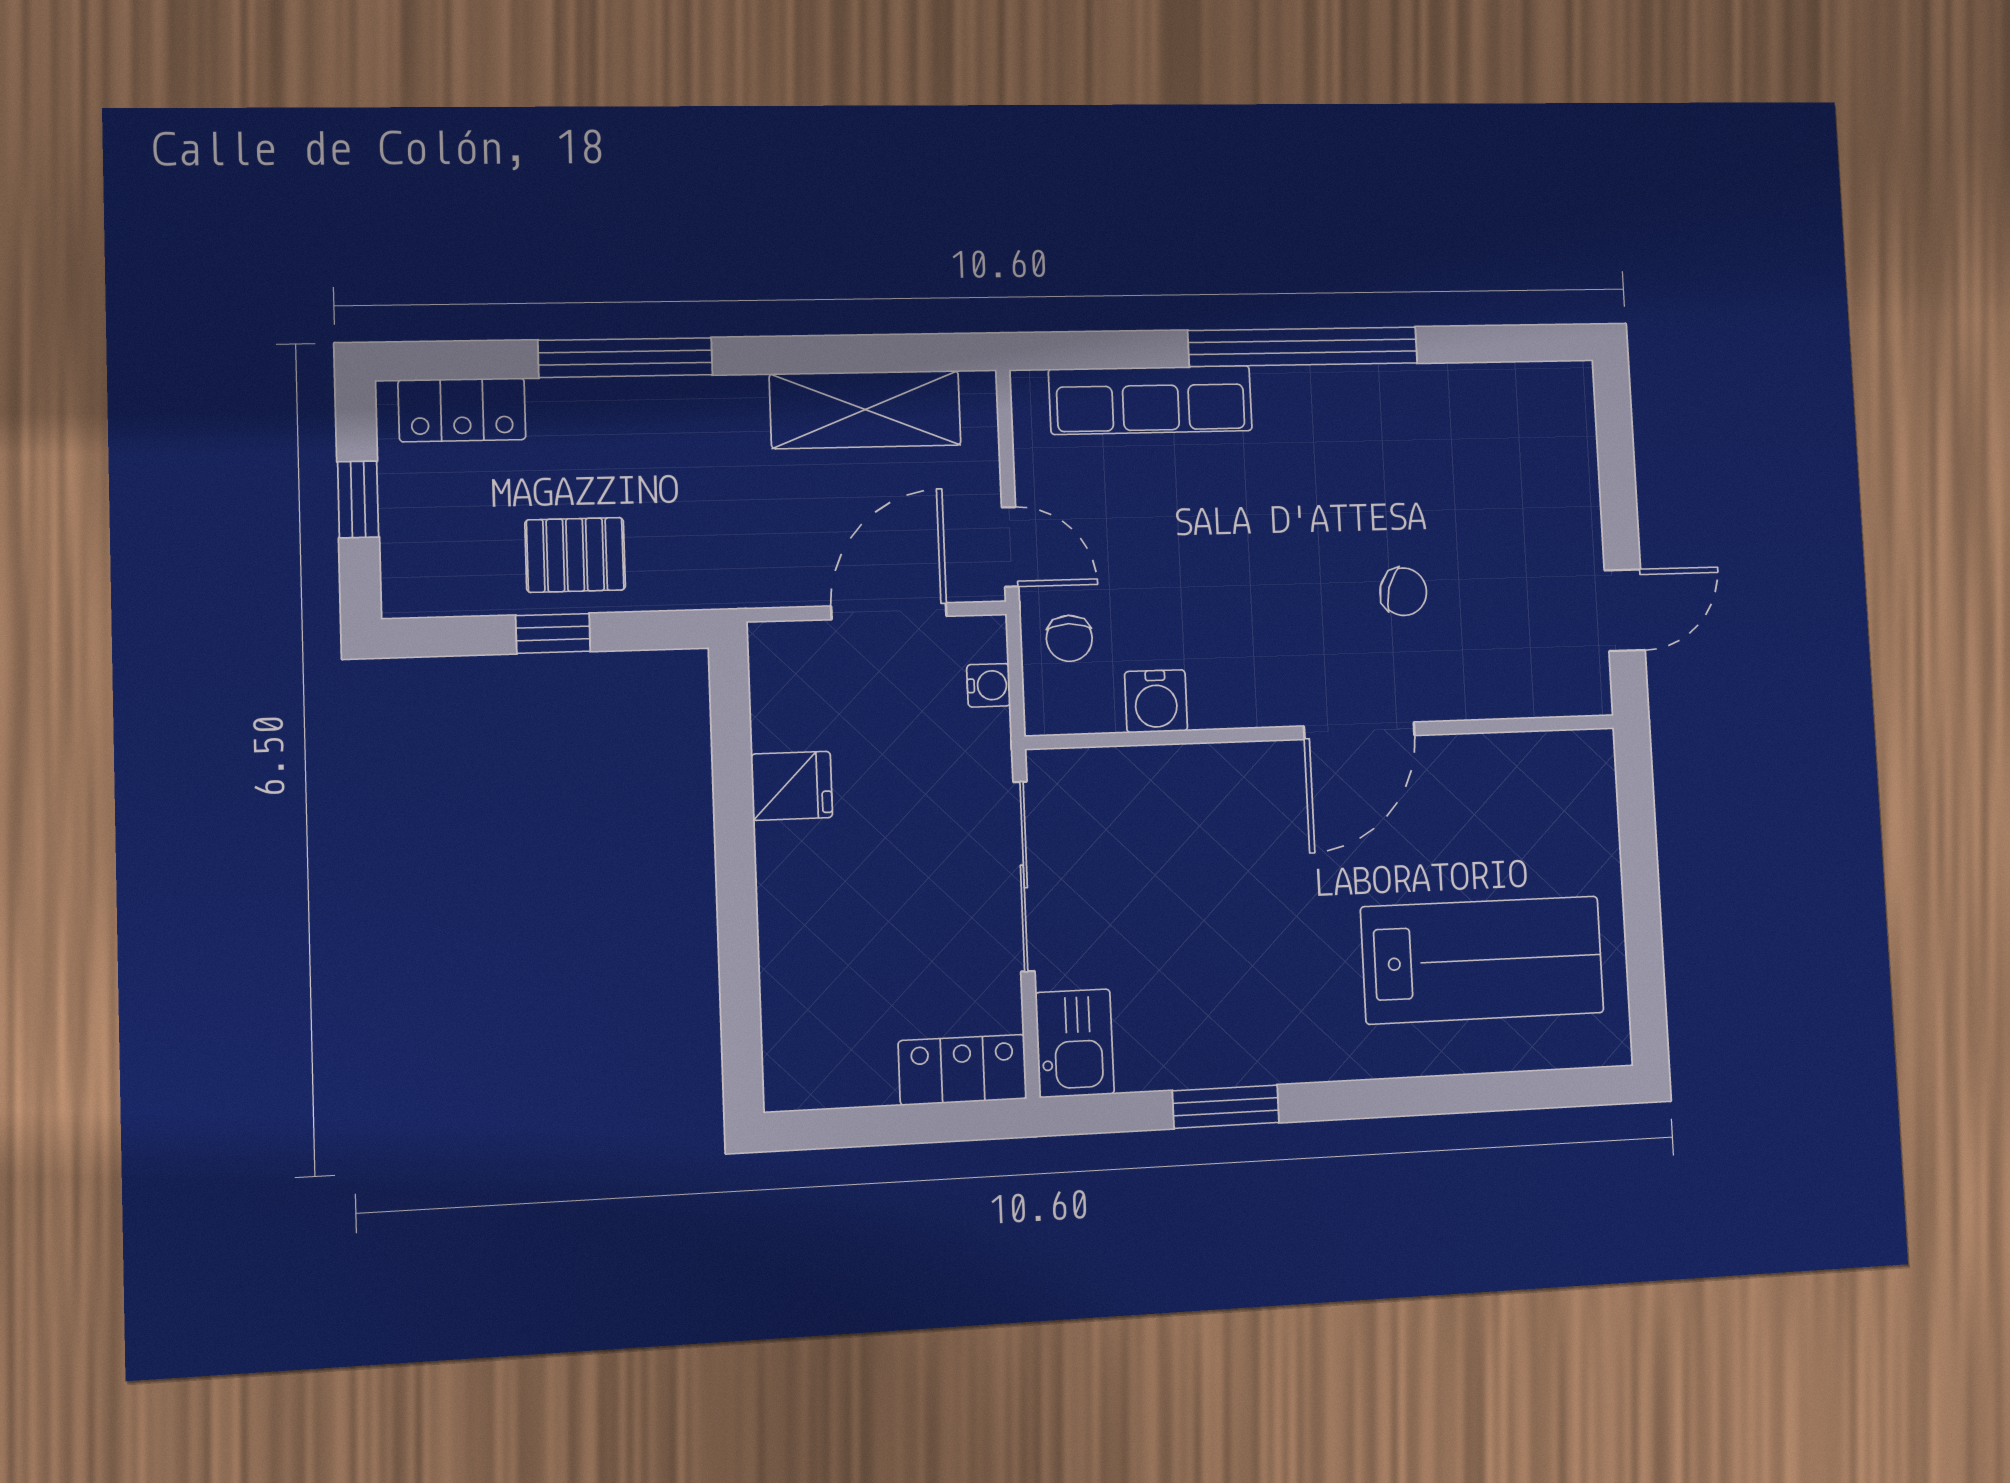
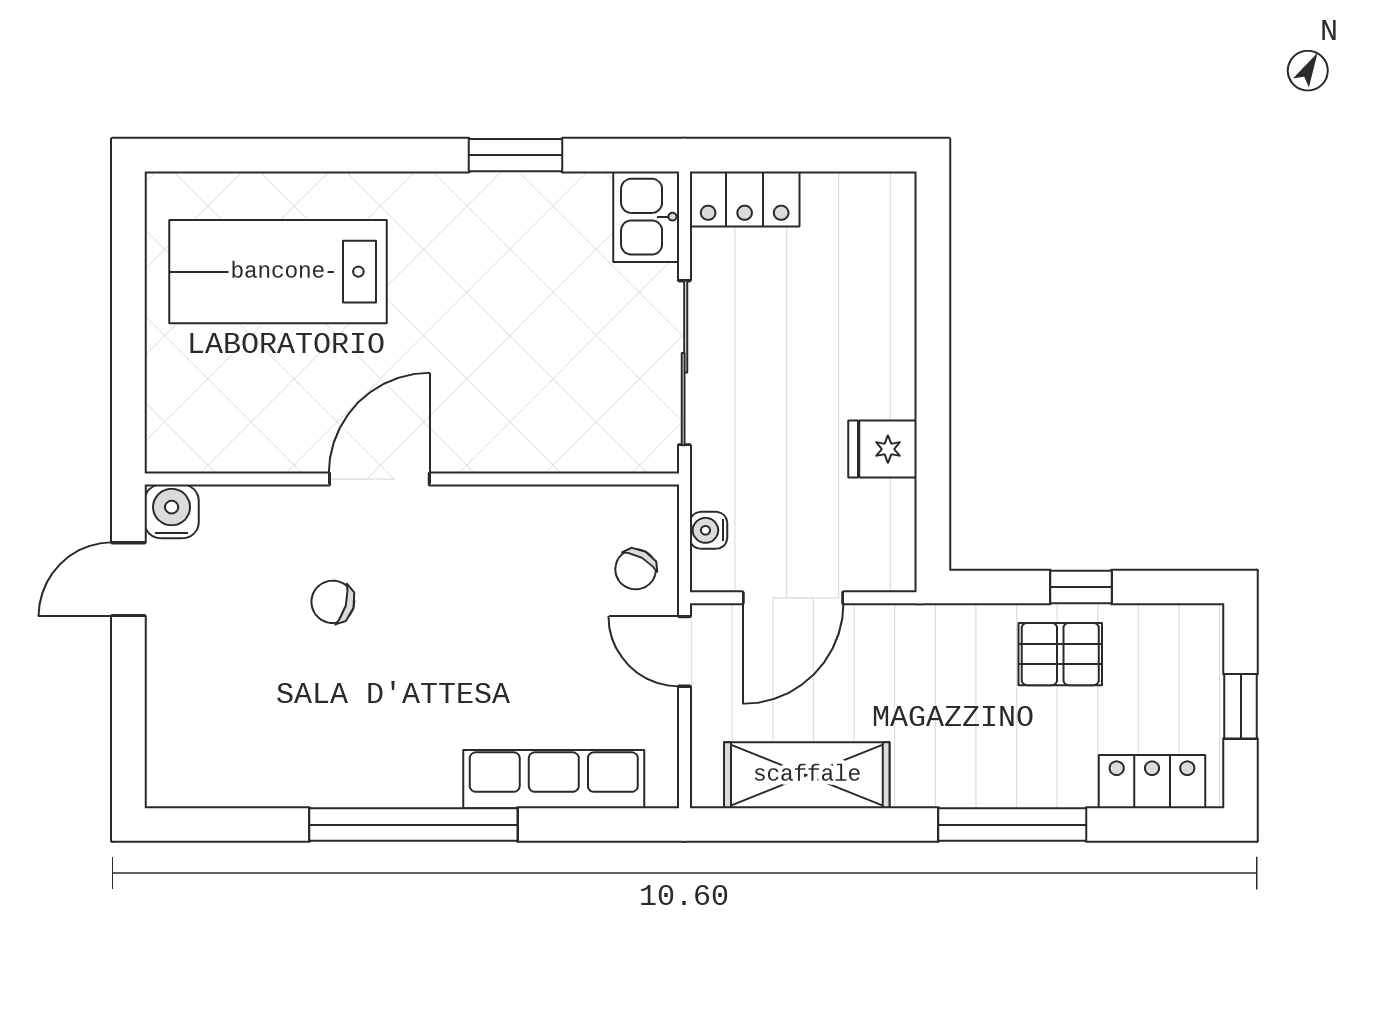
chair: (1069, 638) -> (636, 569), turned -151
water cooler: (1156, 701) -> (172, 511), moved

